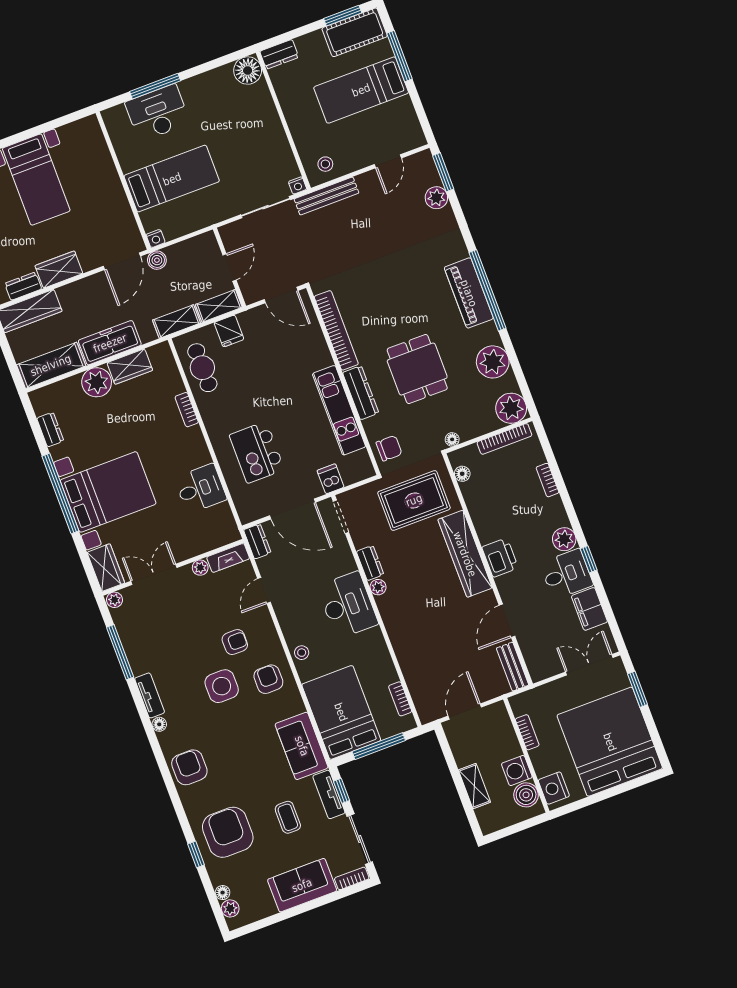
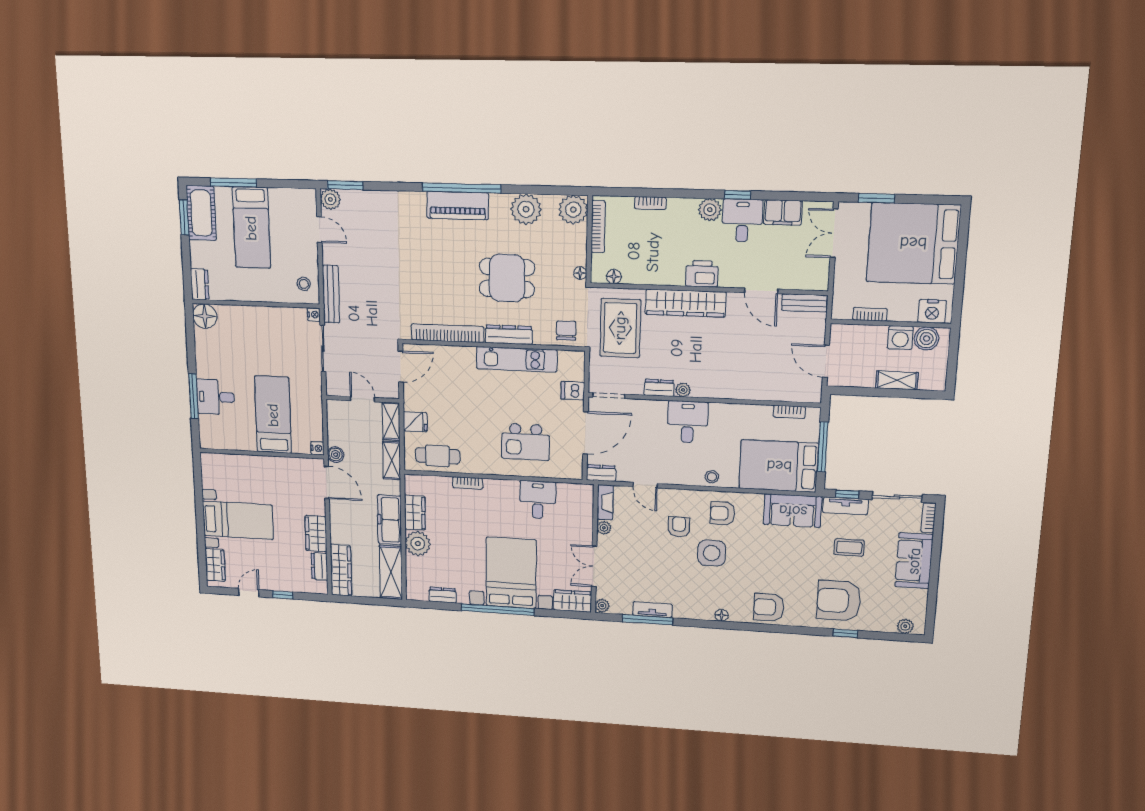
desk: (157, 113) -> (215, 397), width x0.73
plant: (436, 198) -> (330, 199), moved
desk: (348, 605) -> (688, 422), width x0.73
tv unit: (150, 695) -> (652, 610), moved
floor lamp: (223, 893) -> (889, 626), removed

